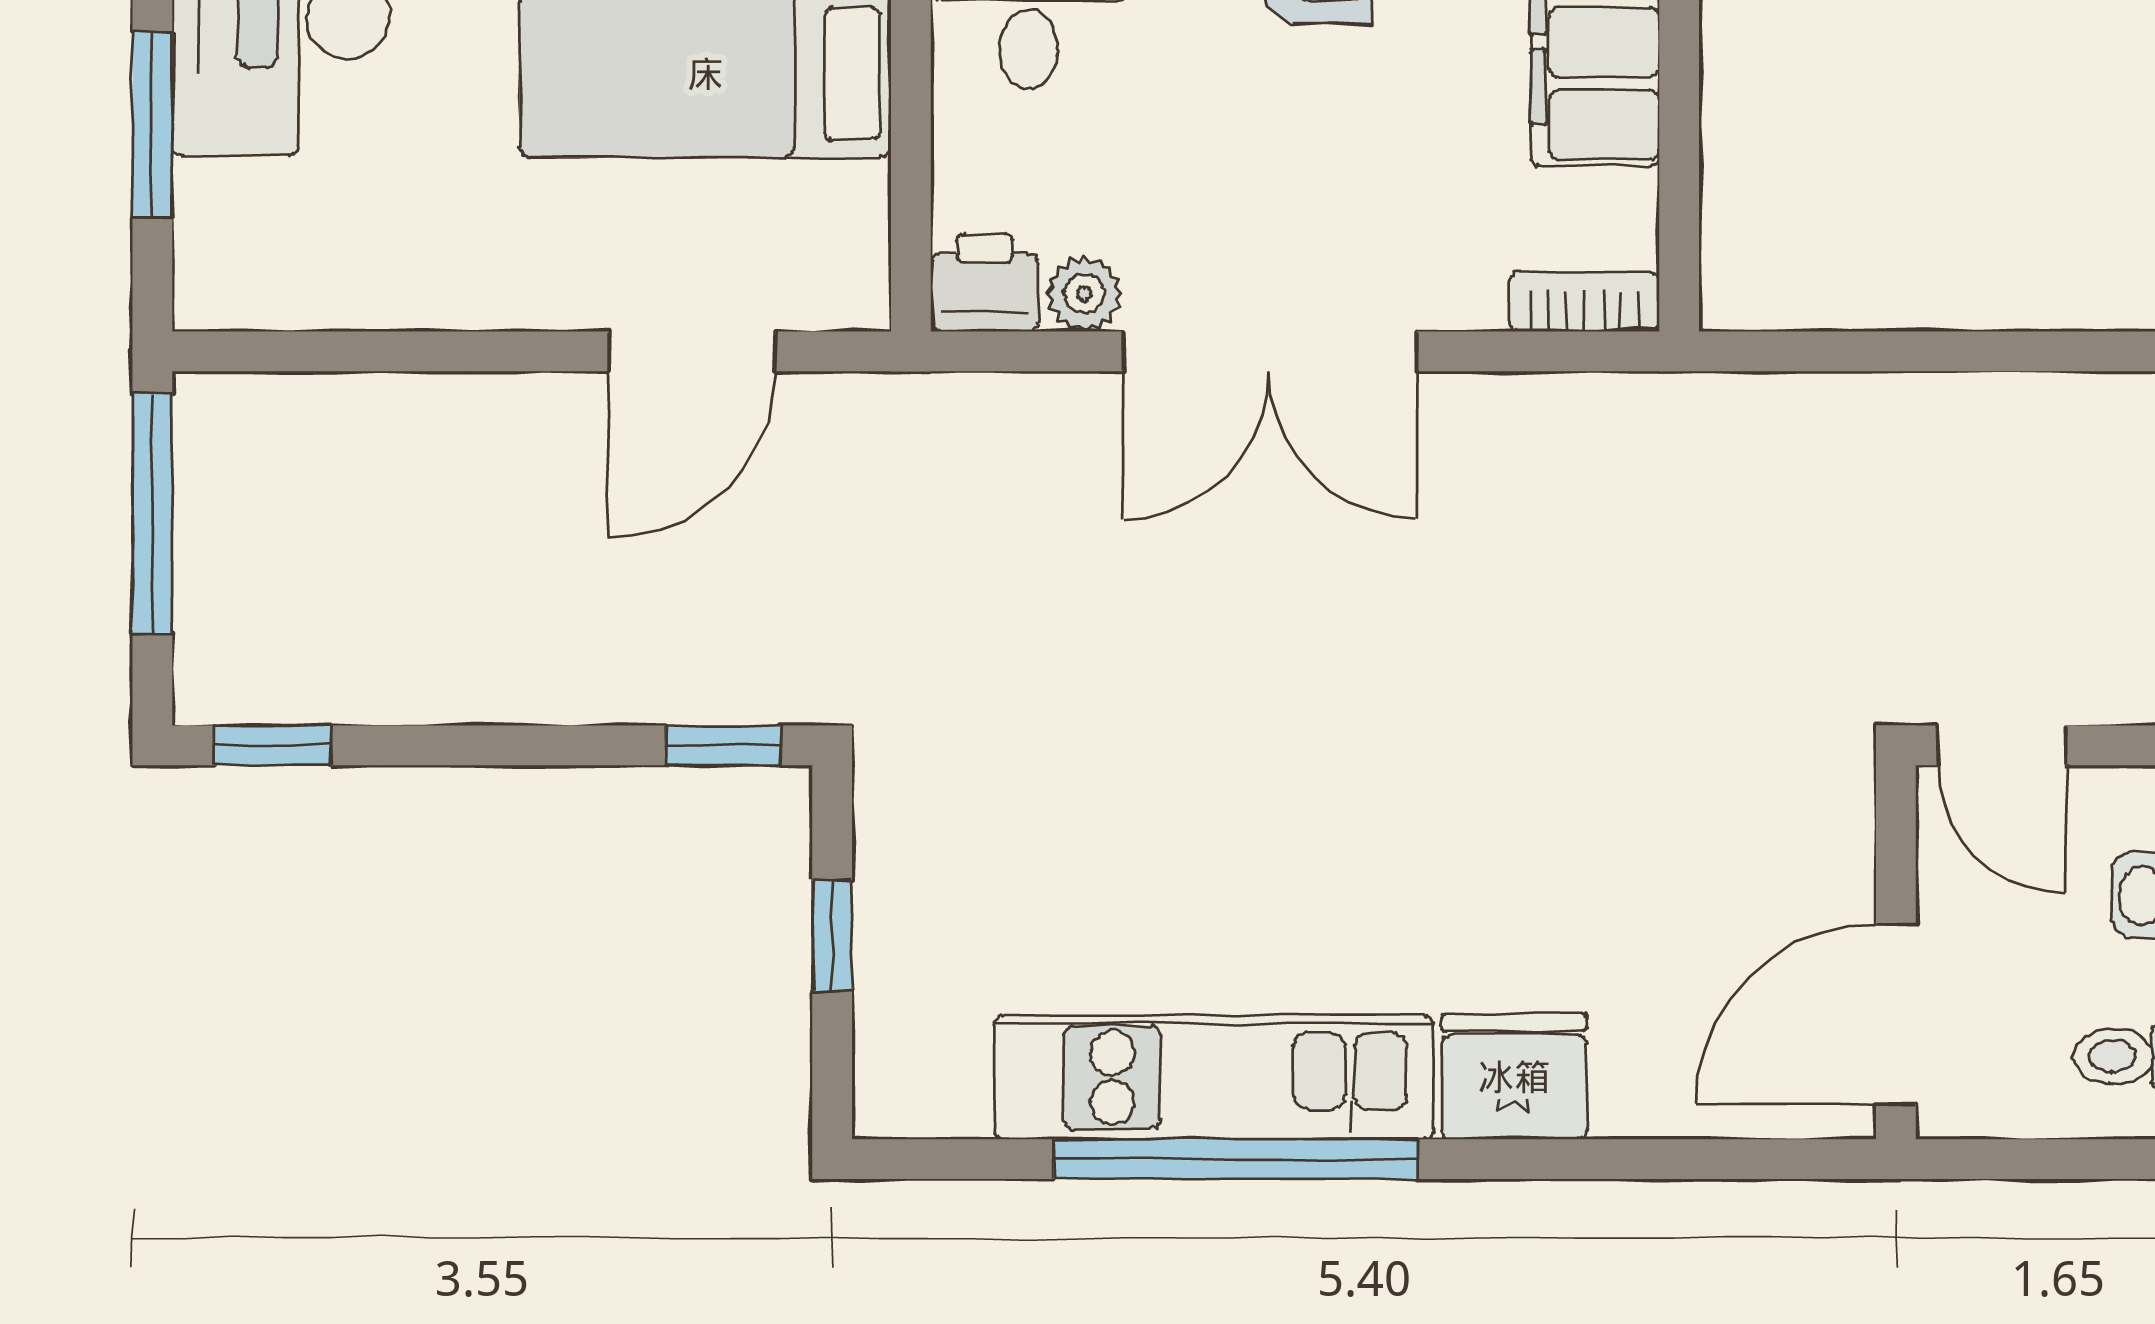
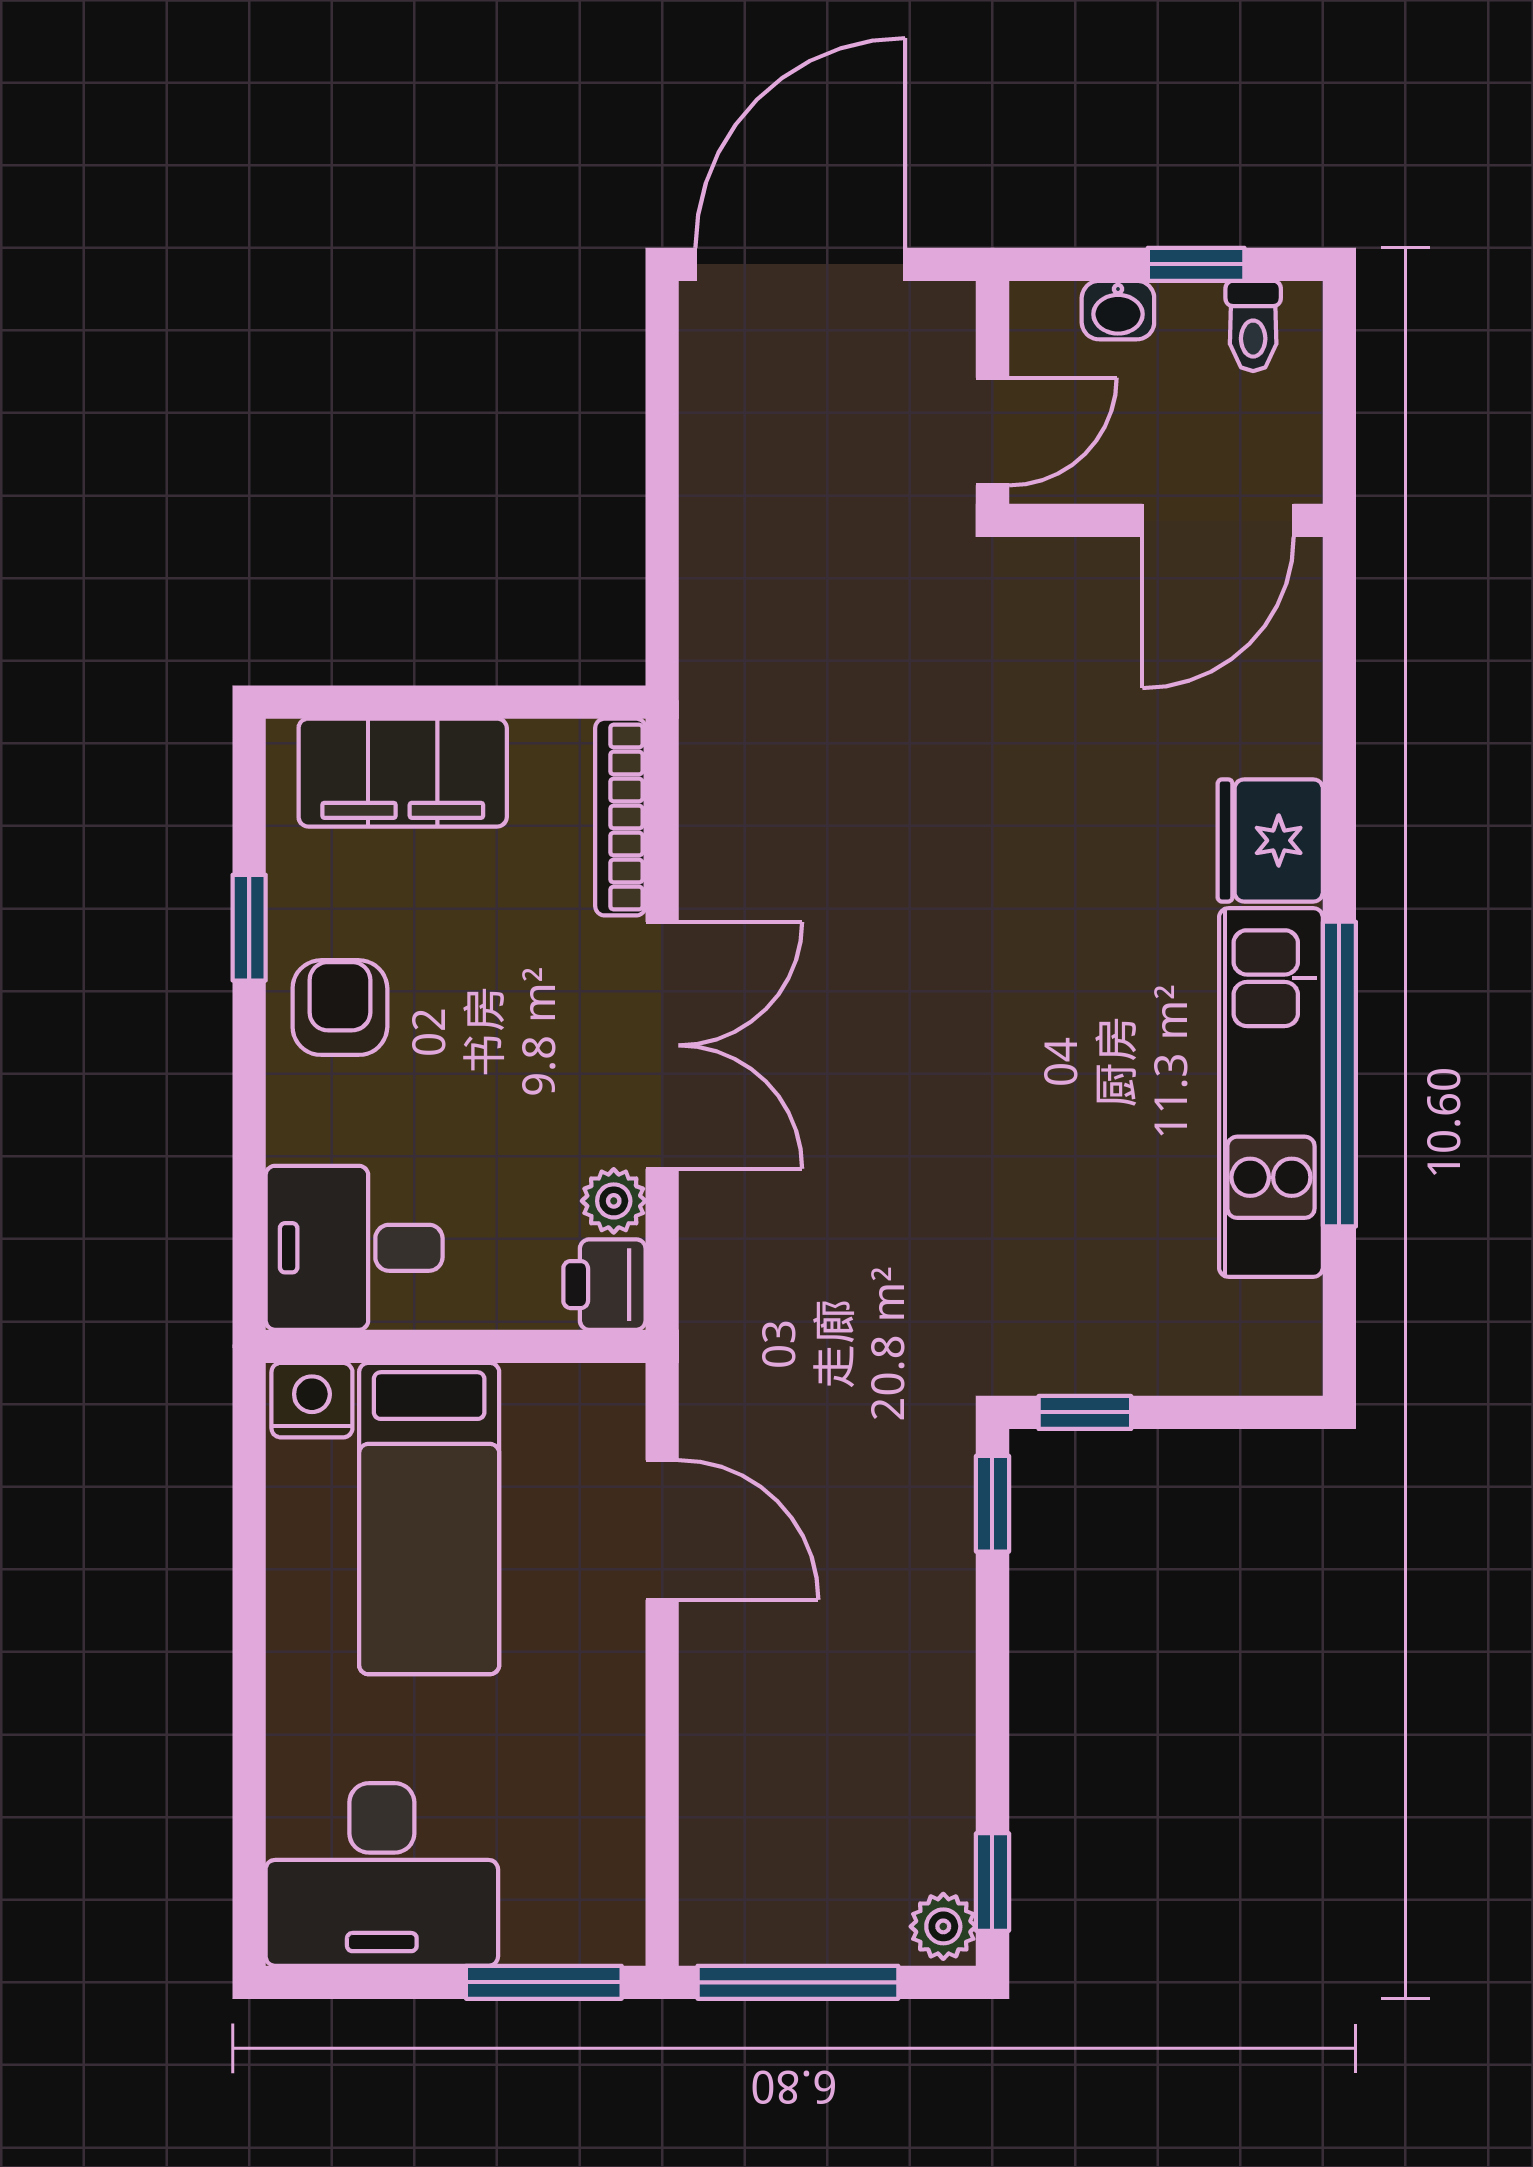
window: (152, 125) -> (544, 1982), moved
bookcase: (1584, 302) -> (620, 817), width x1.56
plant: (219, 687) -> (943, 1926), added
window: (832, 936) -> (1085, 1412), moved
door: (1896, 1014) -> (1218, 520), hinge flipped

